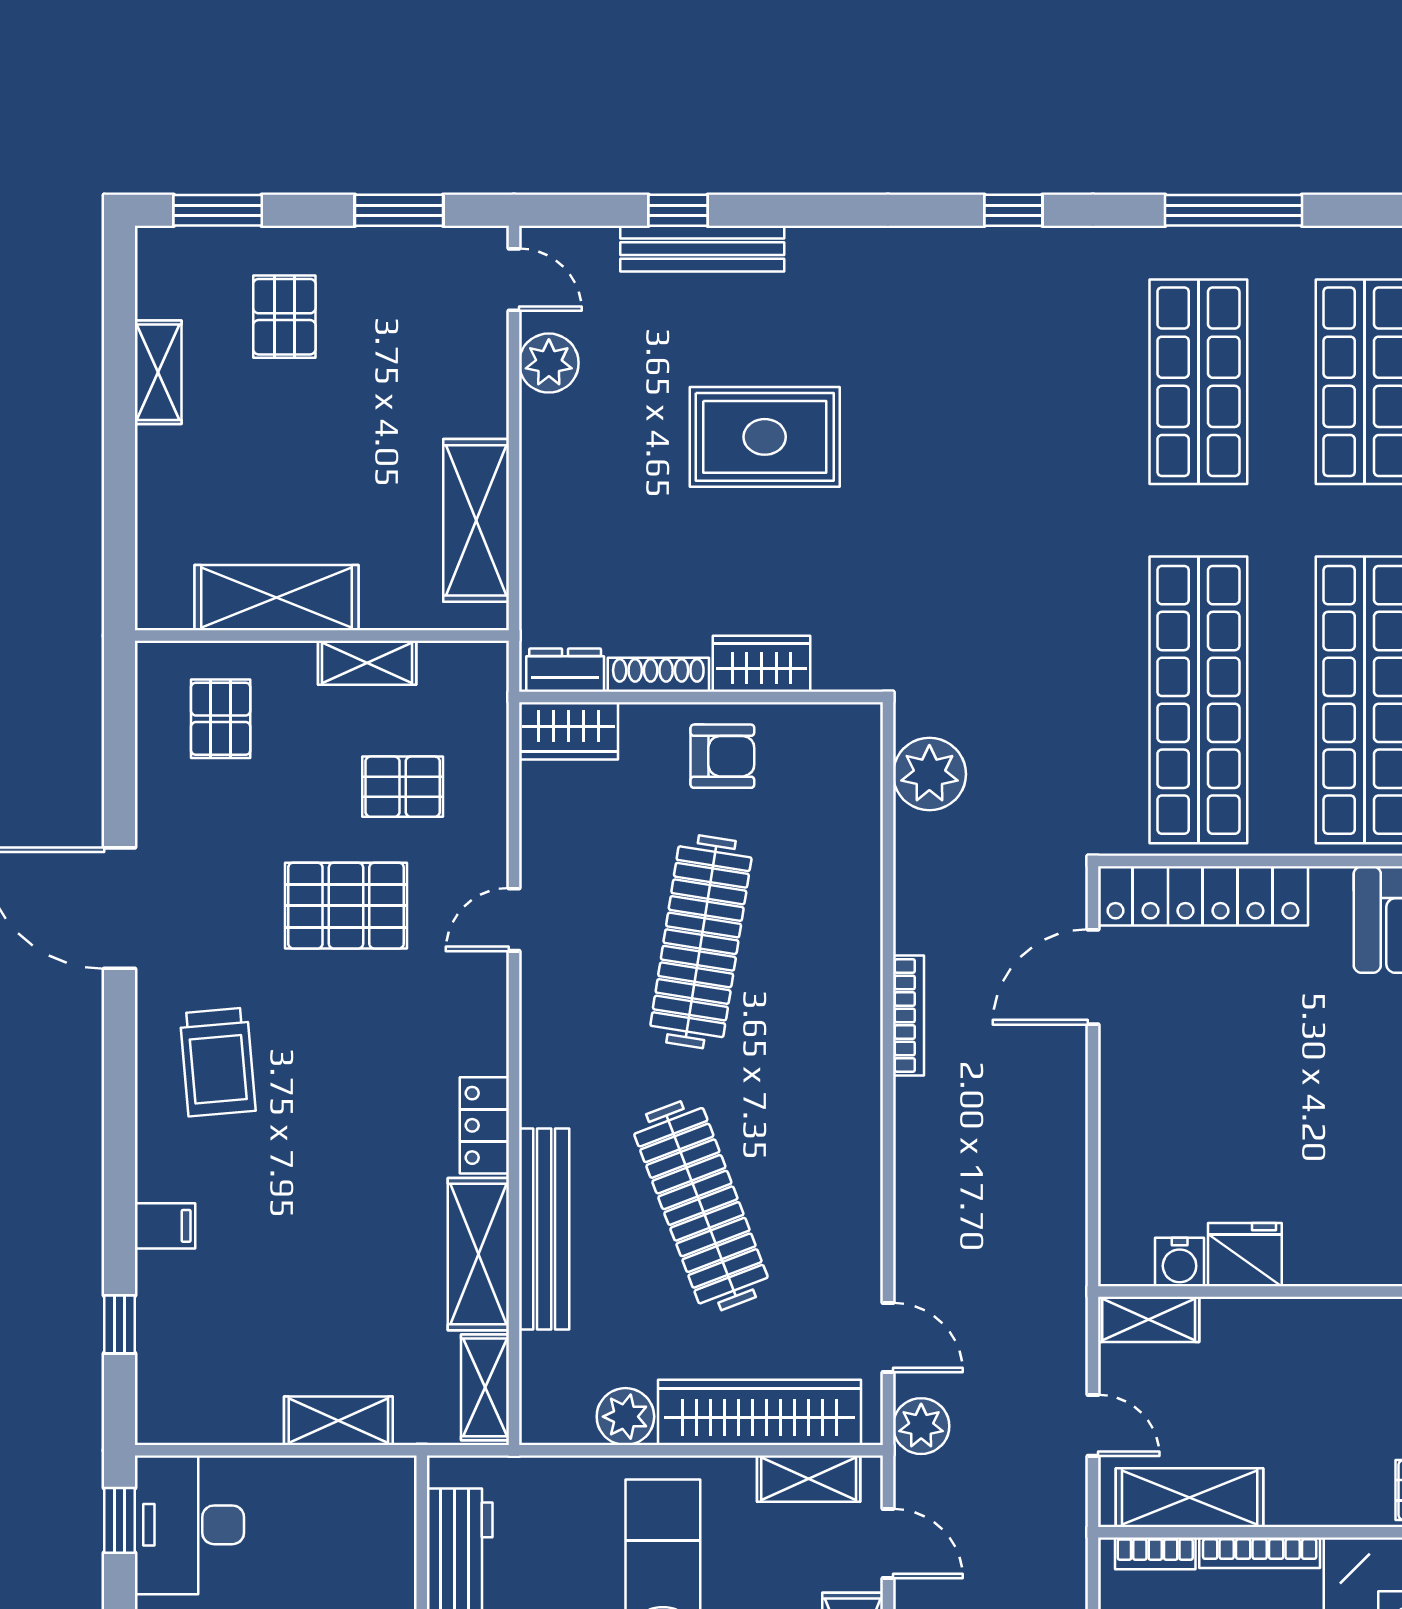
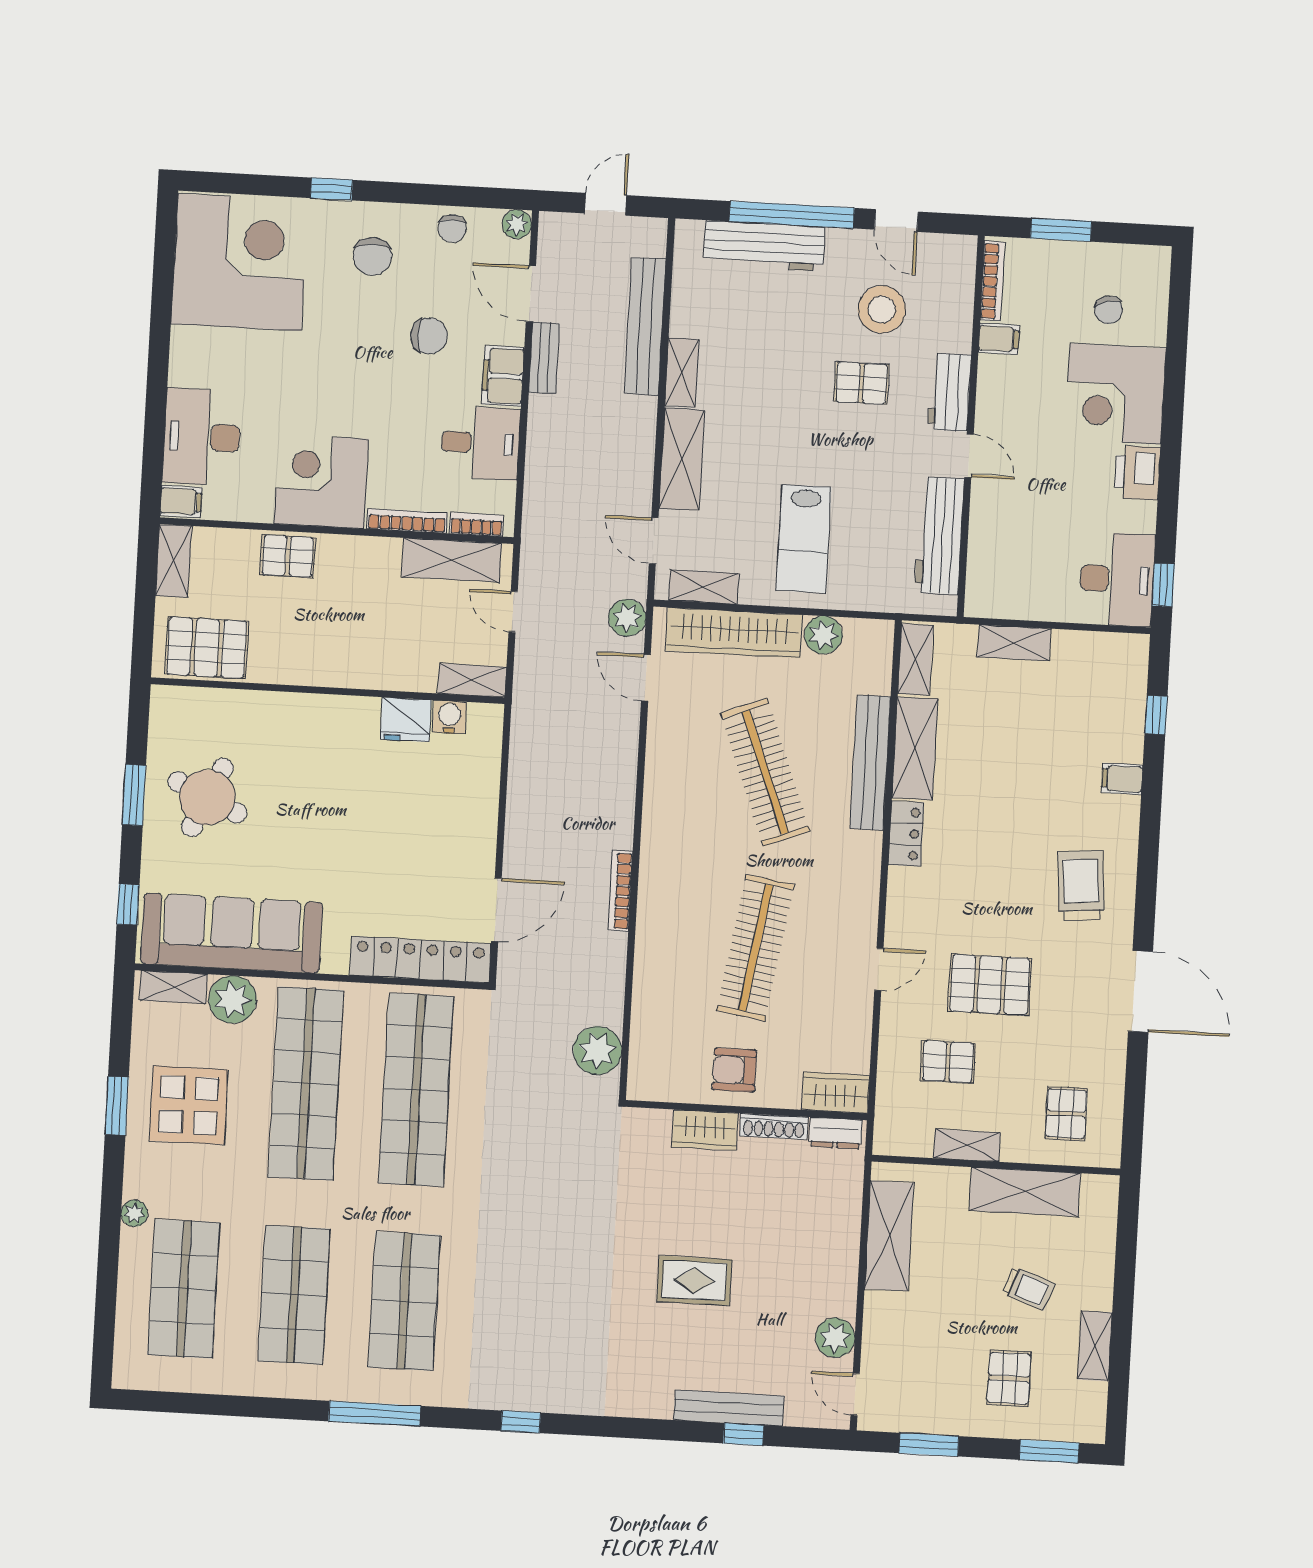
rug: (765, 437) -> (694, 1281), width x0.73, depth x0.70
trolley: (262, 453) -> (1029, 1289), added

